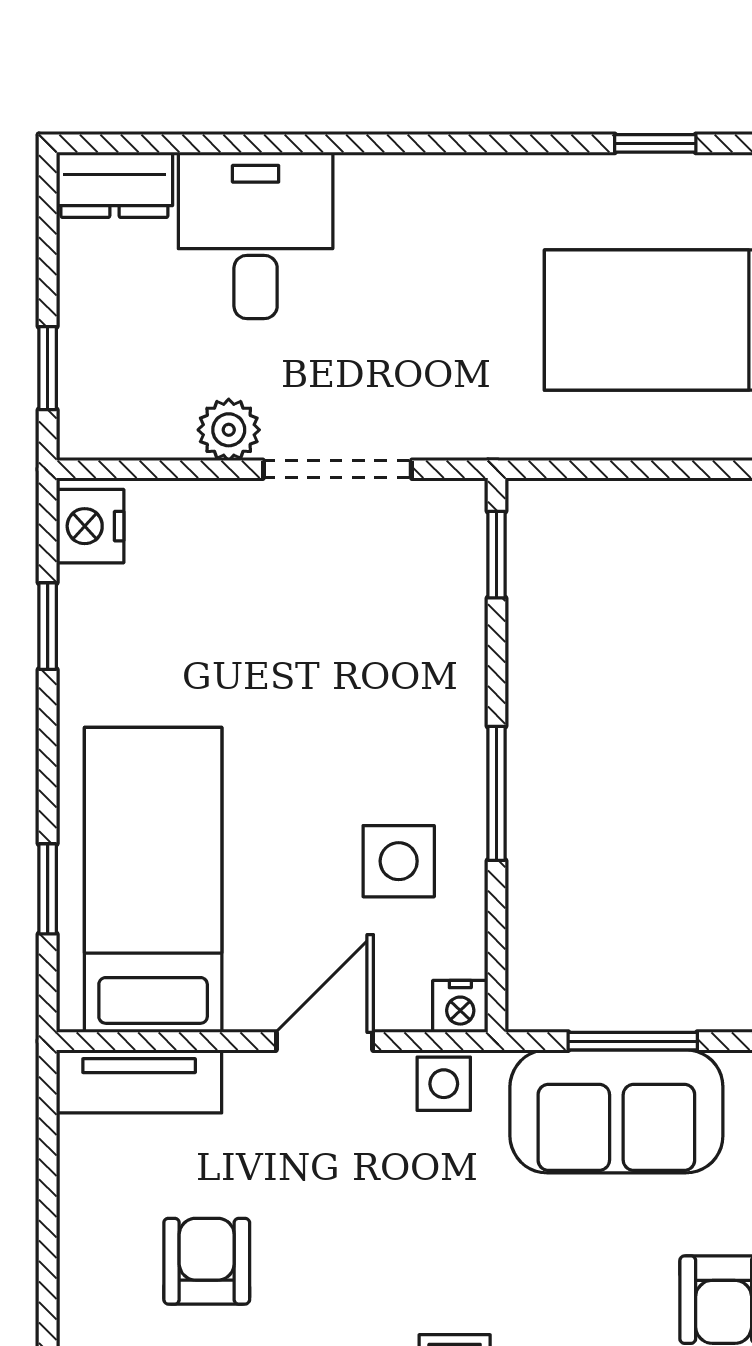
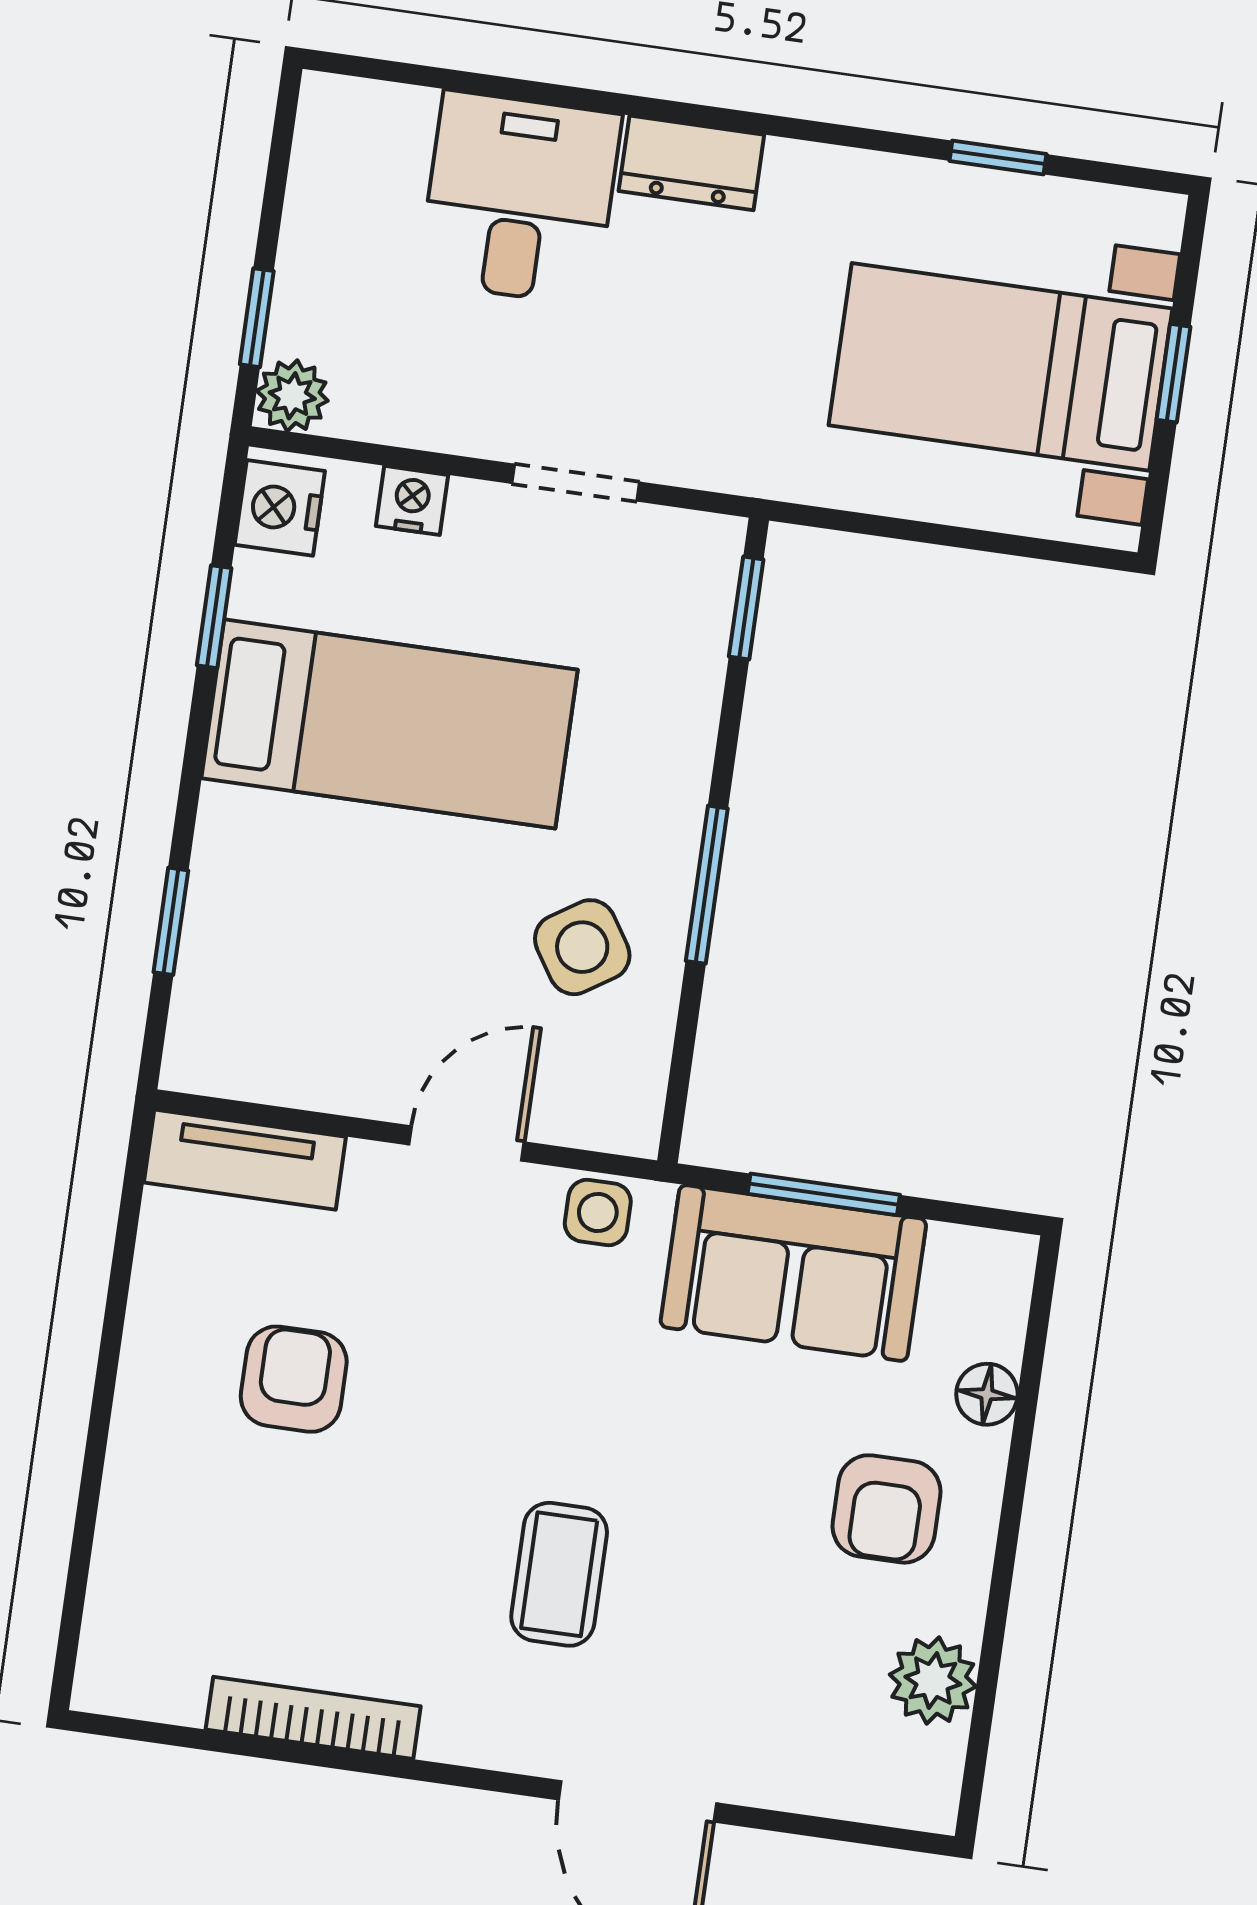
dresser: (114, 185) -> (691, 163), moved
plant: (229, 430) -> (292, 396), moved
doorway: (337, 469) -> (576, 483), width x0.73
side table: (399, 861) -> (582, 947), turned -33
bed: (153, 880) -> (390, 724), moved, turned 90
nightstand: (460, 1006) -> (412, 500), moved, turned 180

